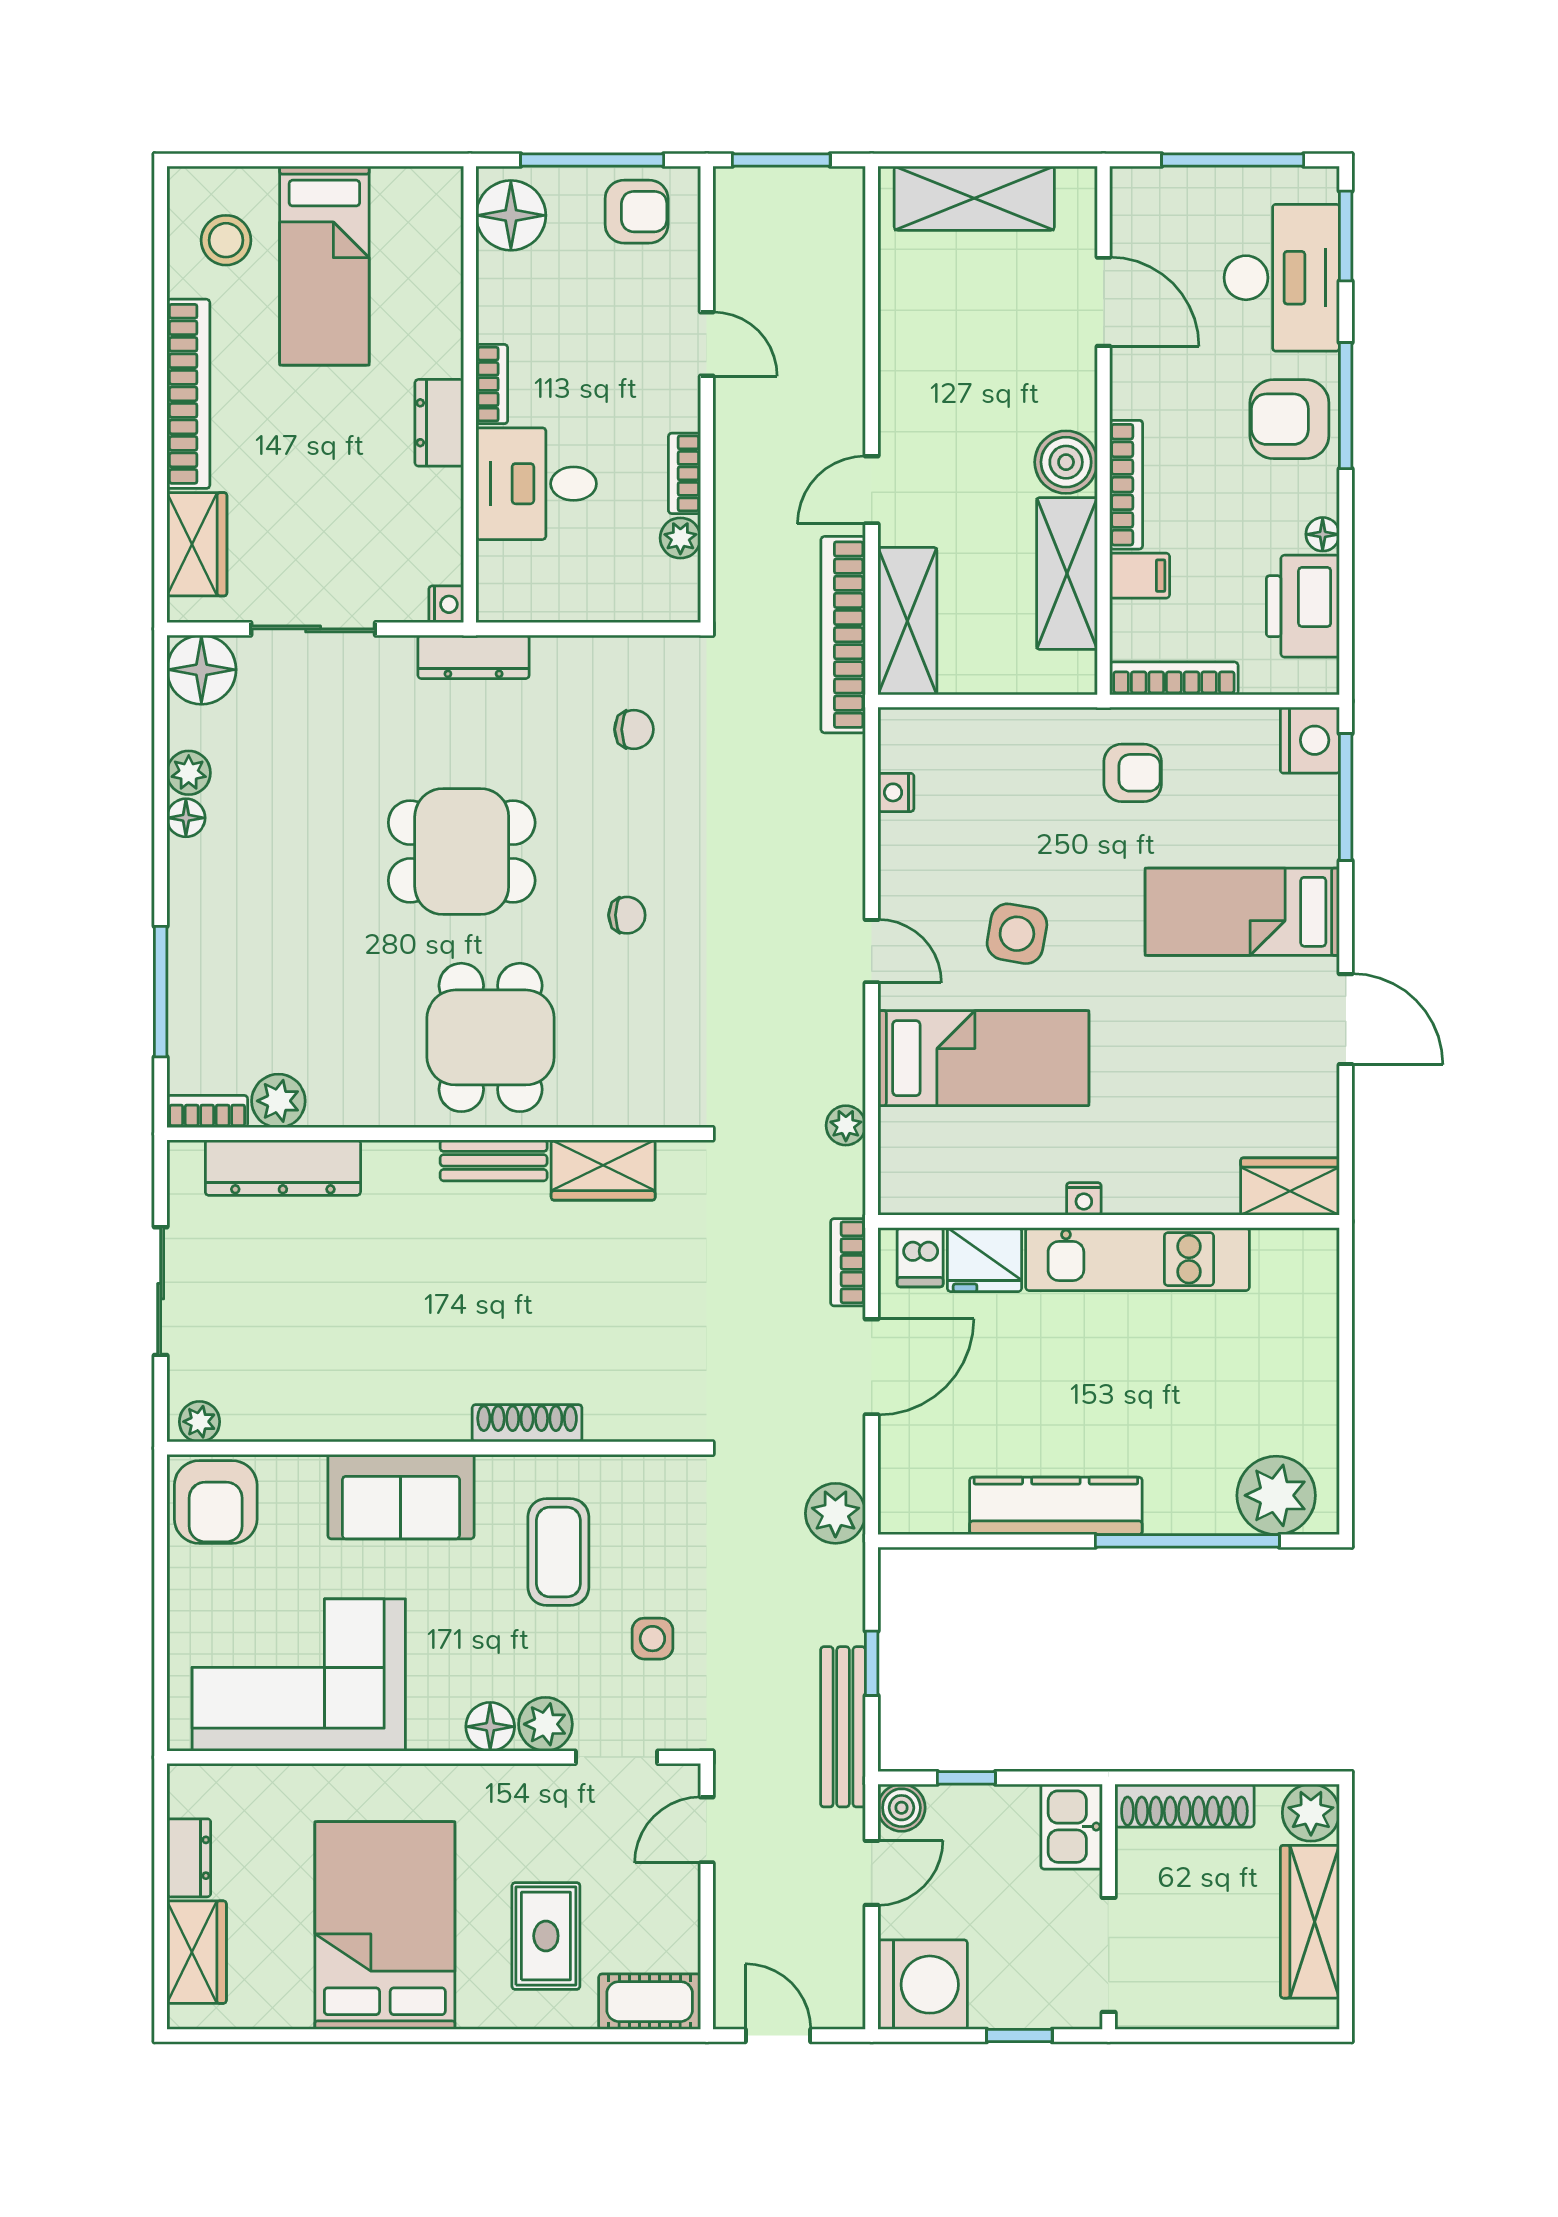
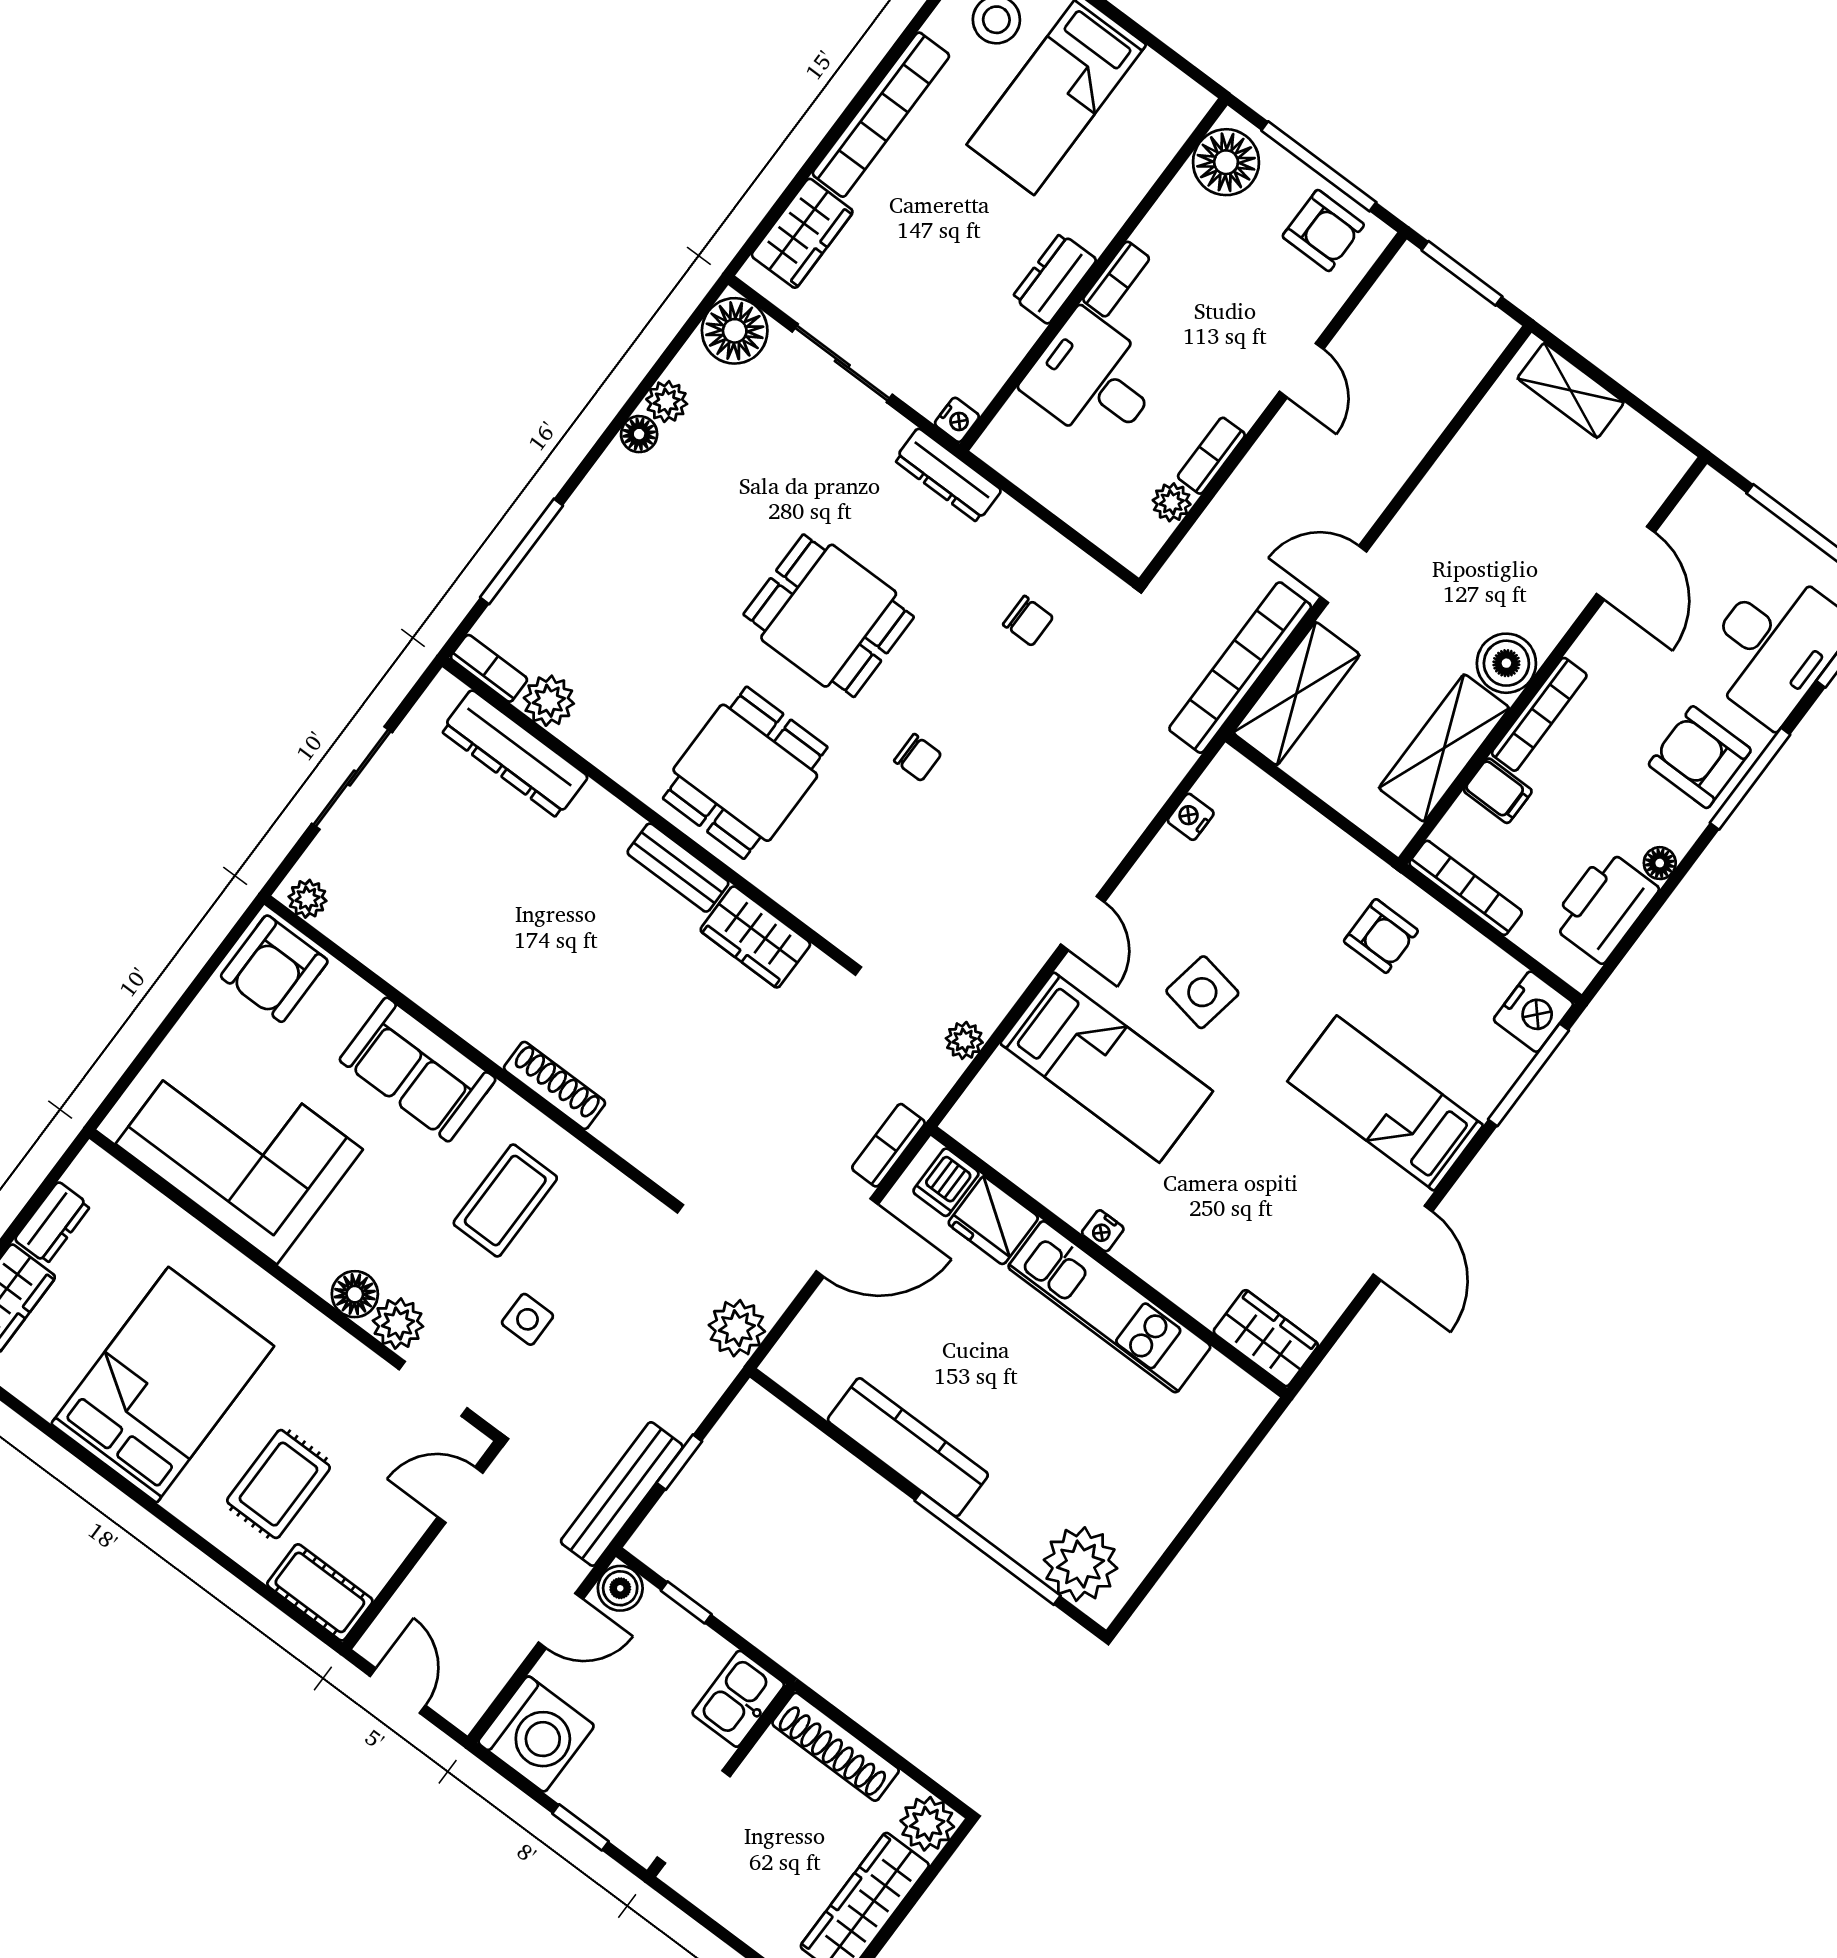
shelving: (974, 198) -> (1571, 390), width x0.67, depth x0.75

